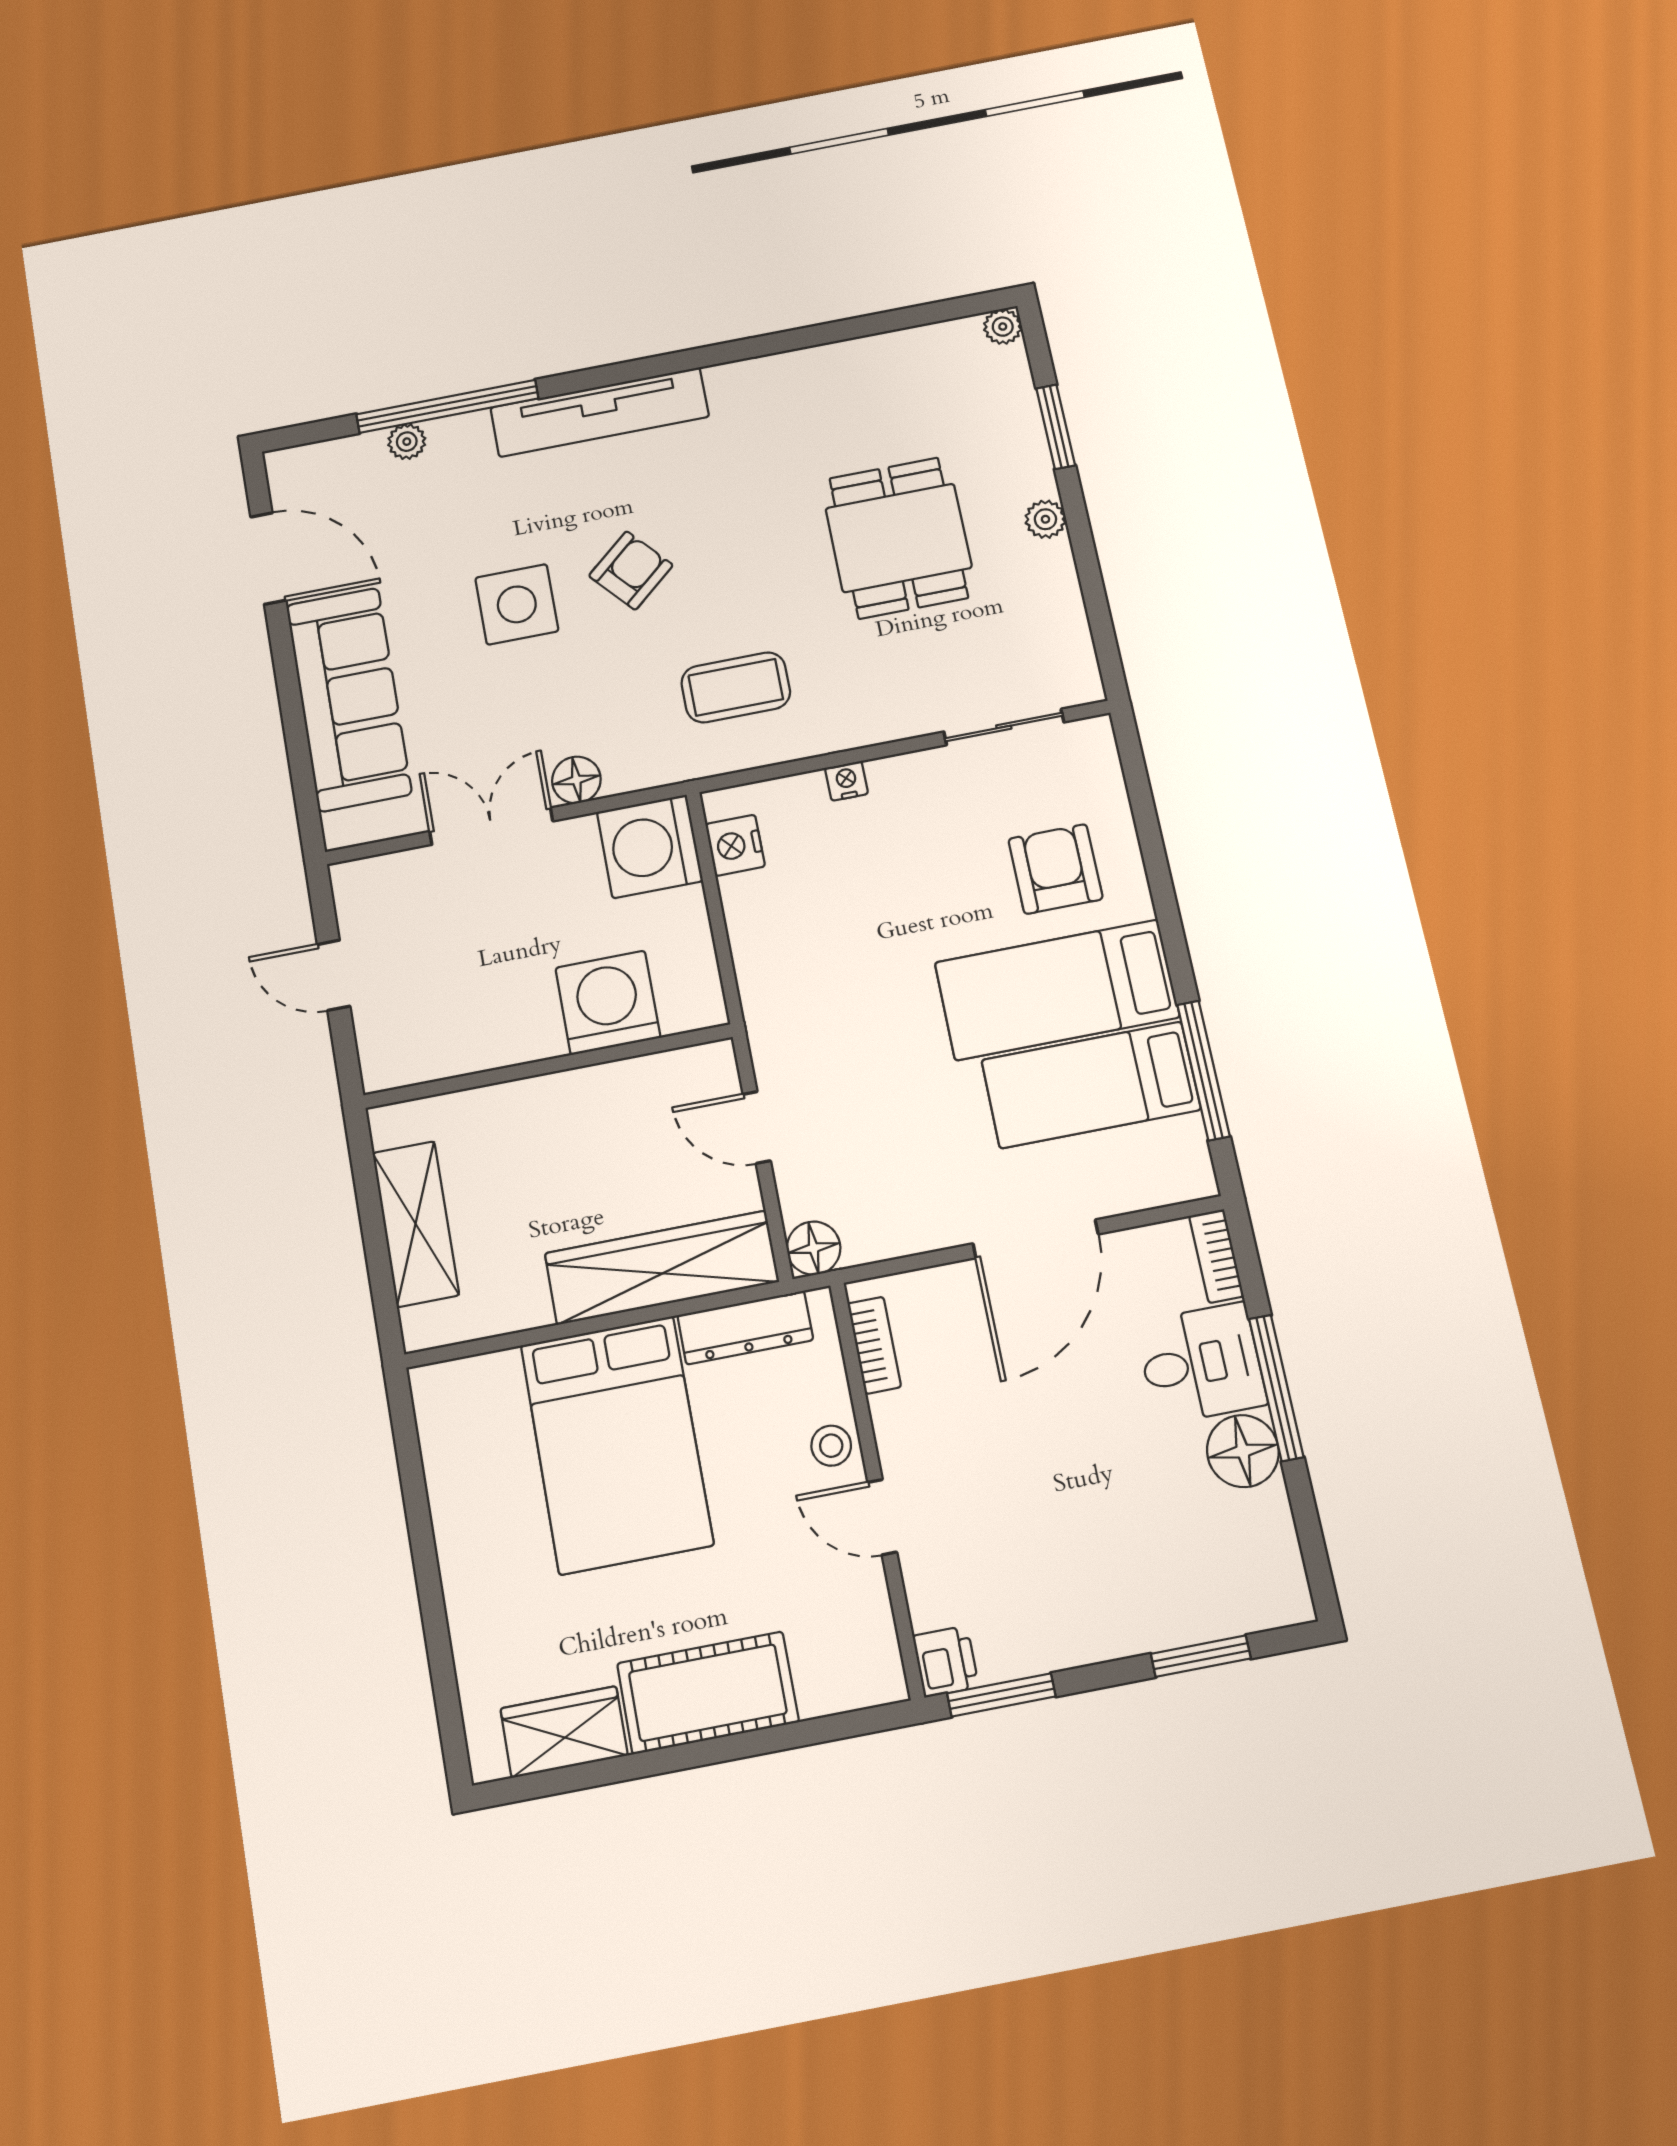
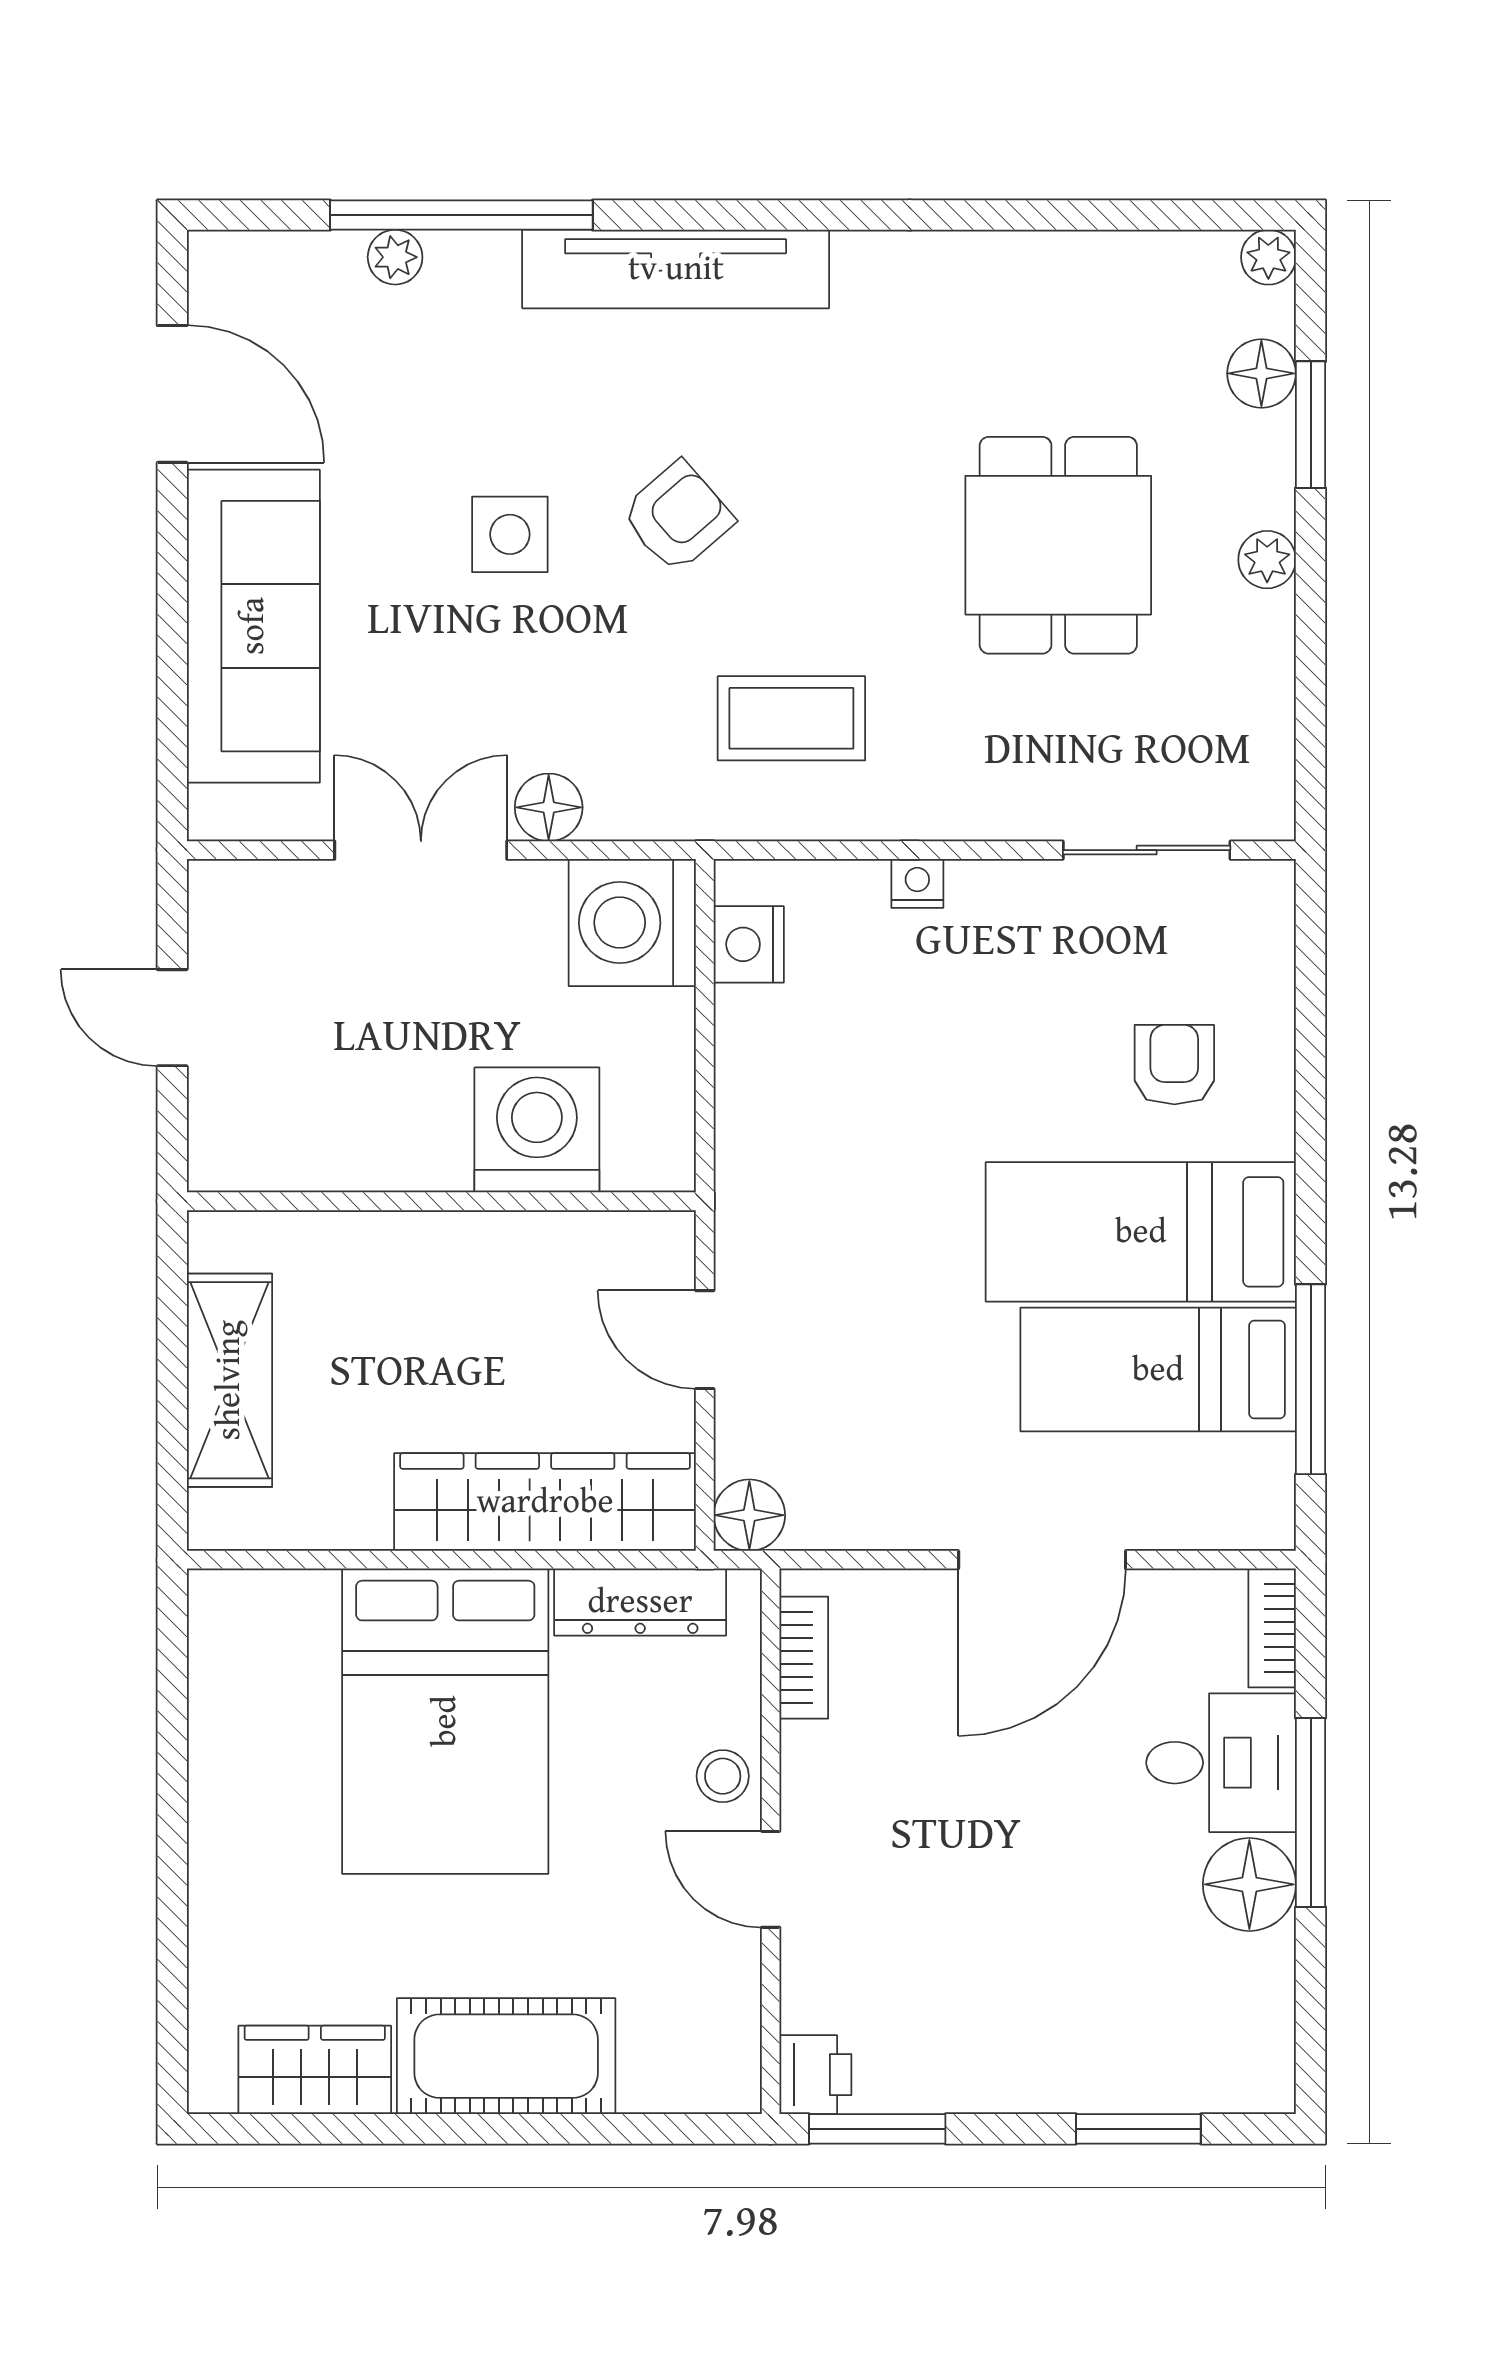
floor lamp: (1015, 401) -> (1261, 373), added
side table: (517, 604) -> (510, 534), width x0.73, depth x0.73
armchair: (1055, 869) -> (1174, 1065), width x0.72, depth x0.72

